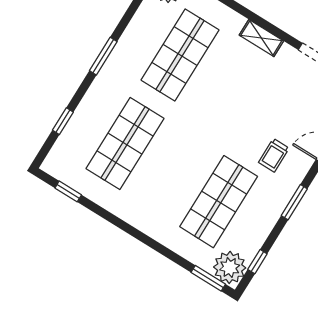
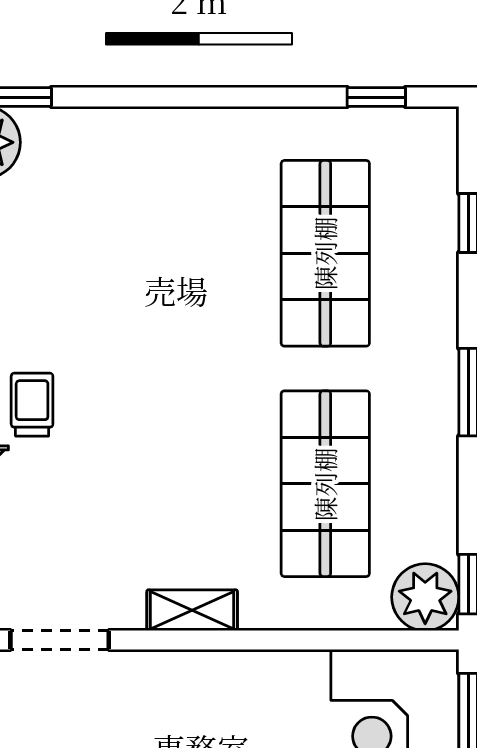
shop shelf: (219, 202) -> (82, 253), removed

